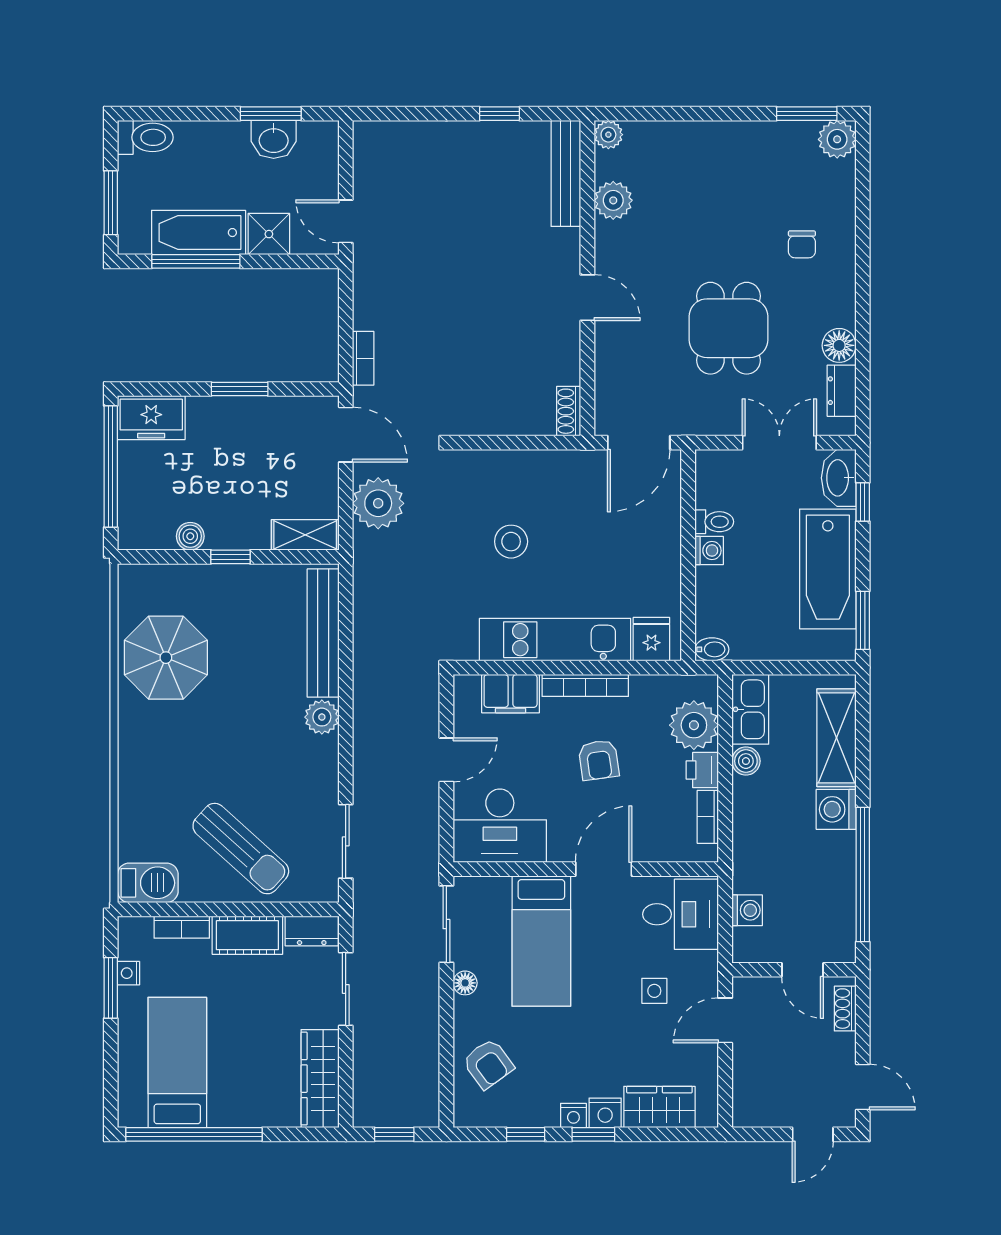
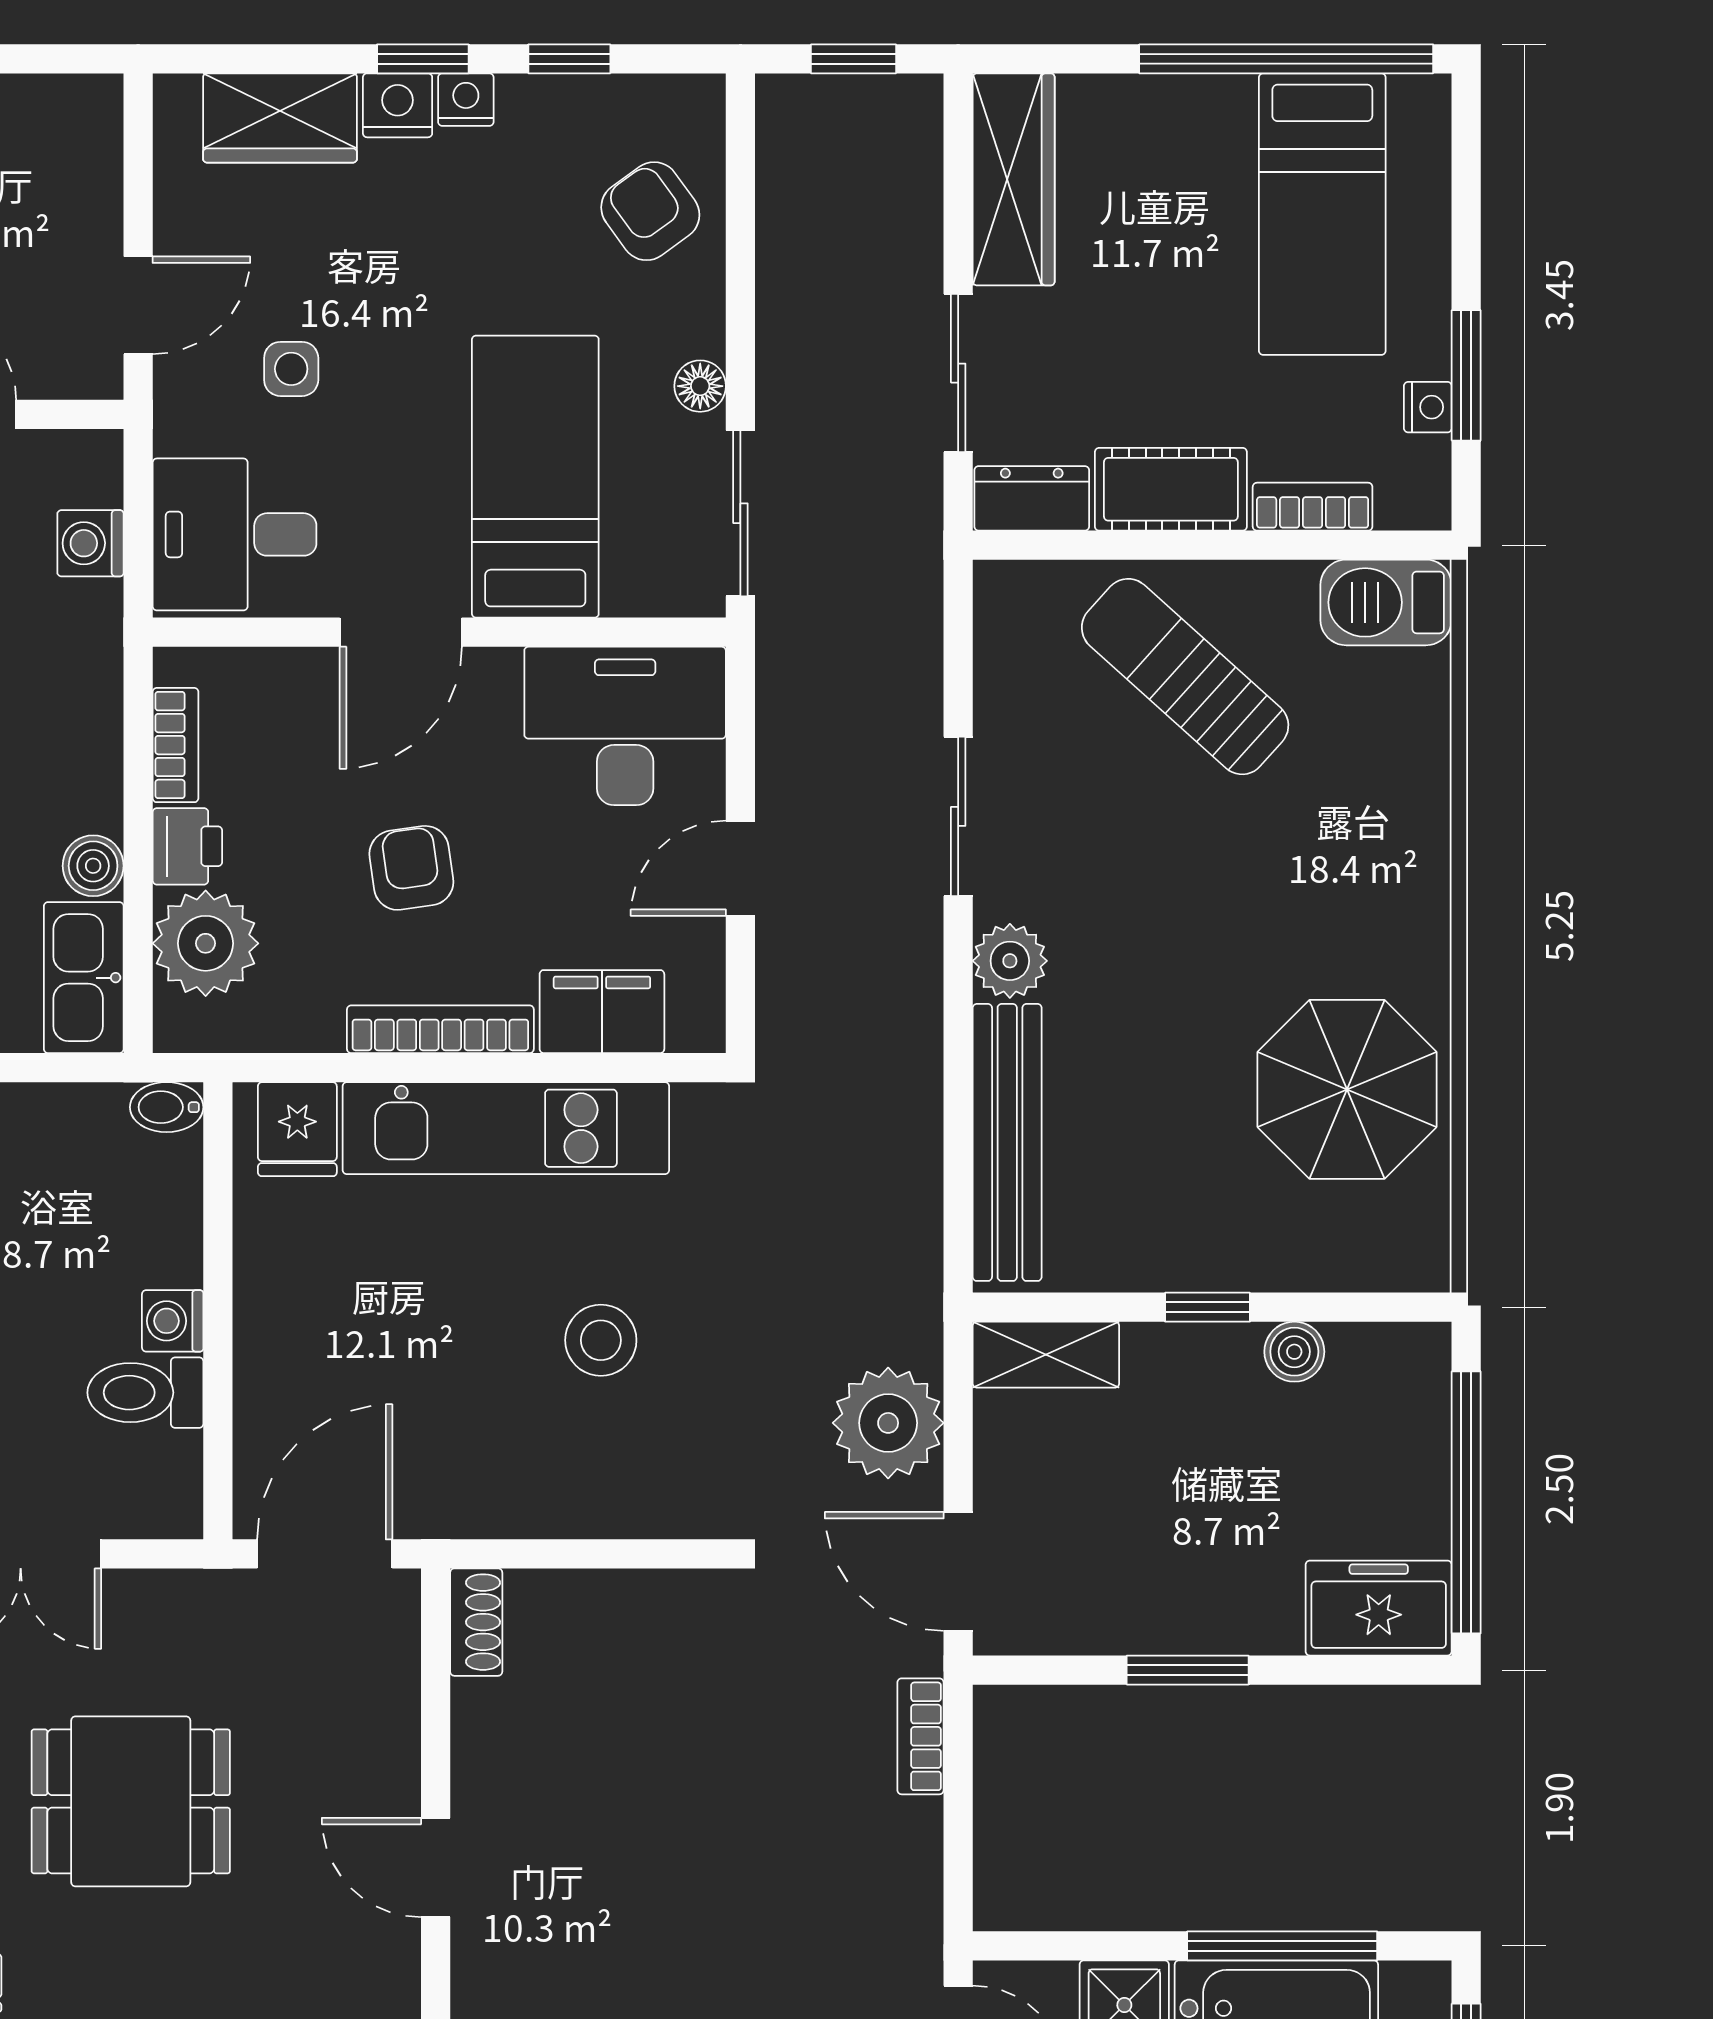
dining table: (728, 328) -> (131, 1801), turned 90
toilet: (714, 522) -> (145, 1393), width x1.37, depth x1.39
sliding door: (346, 841) -> (958, 816), moved

